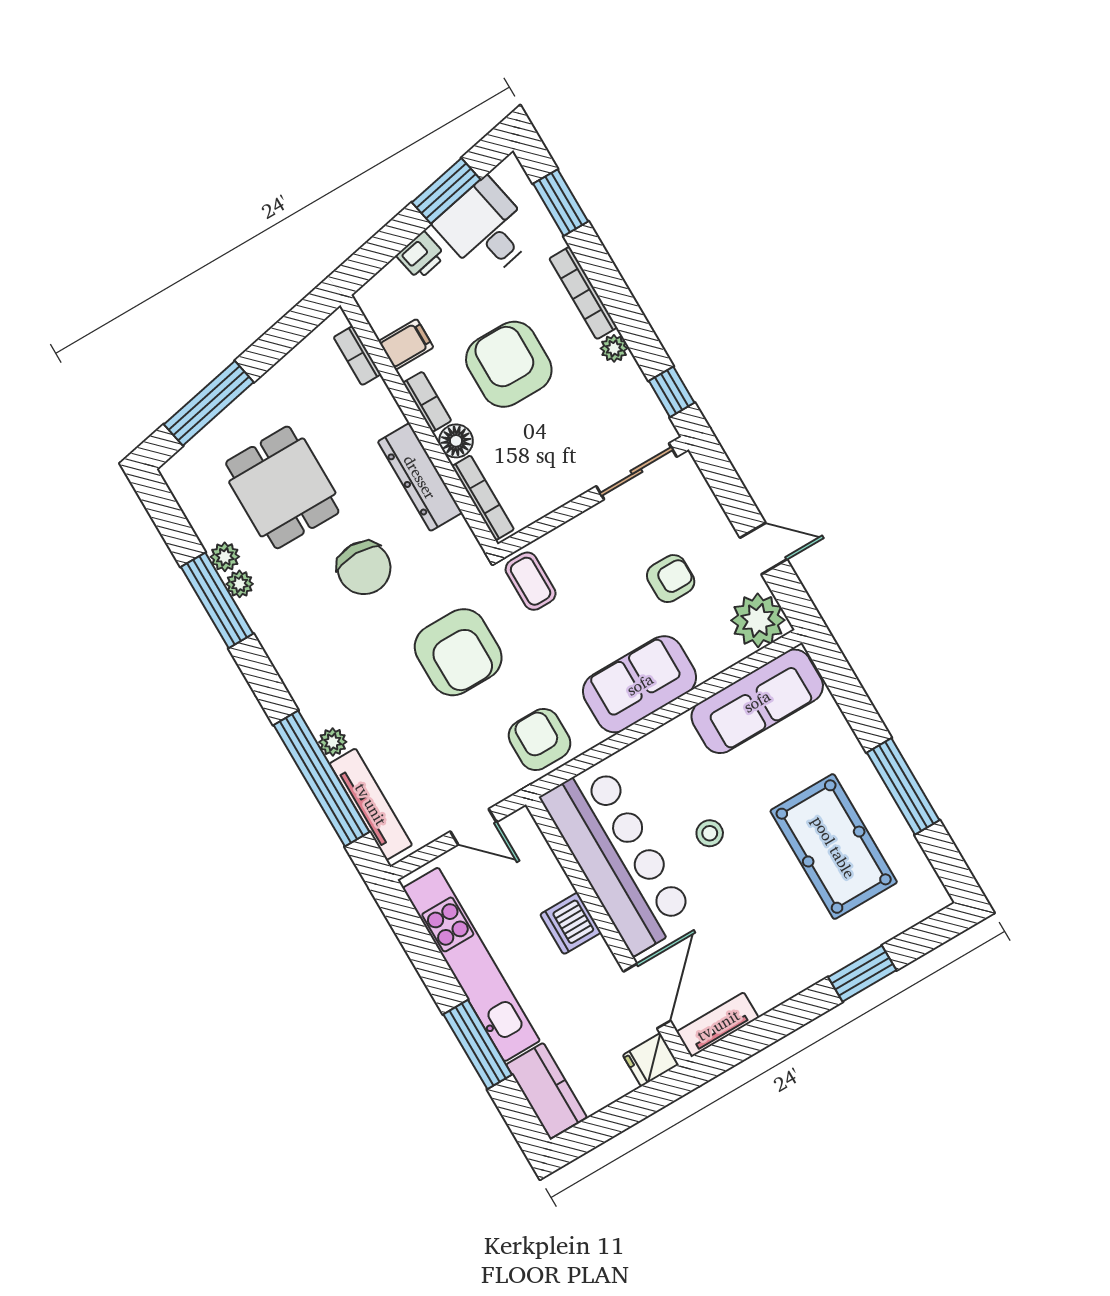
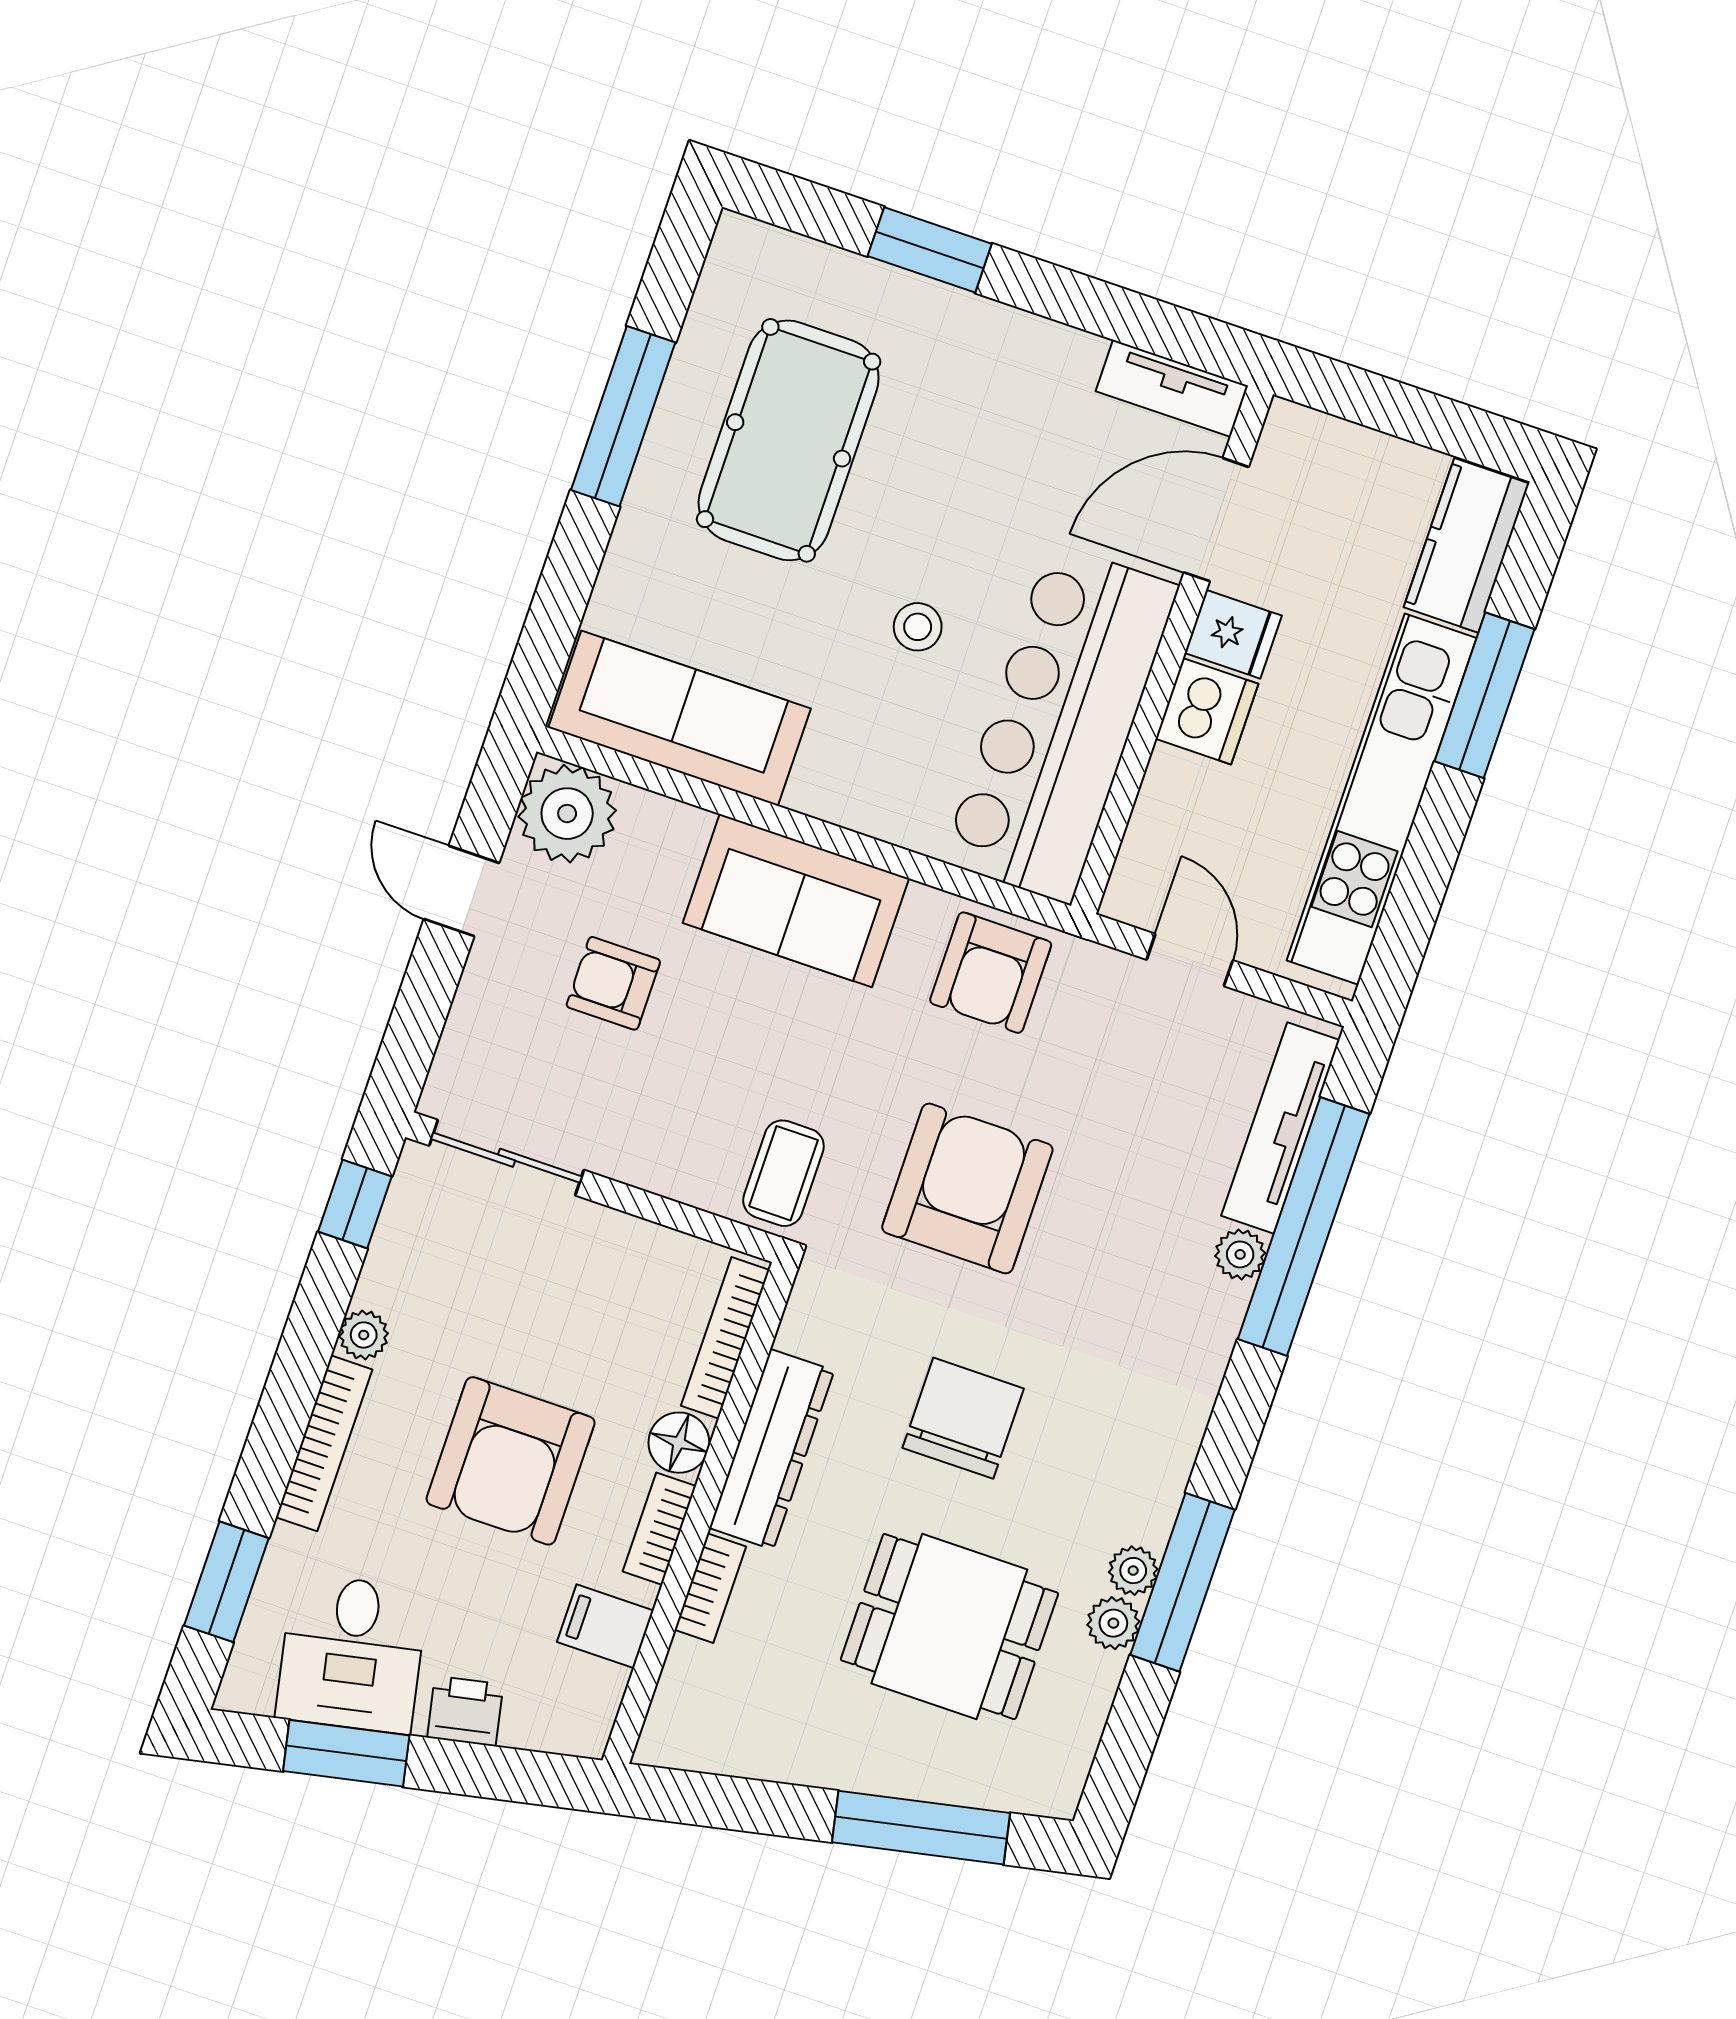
bookcase: (357, 356) -> (710, 1588), moved
dining table: (282, 487) -> (949, 1627), turned 90
fridge: (651, 1060) -> (1233, 634), moved

